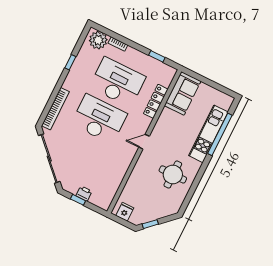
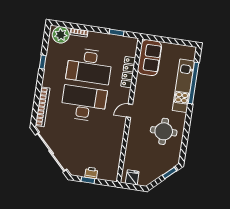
desk: (117, 82) -> (89, 66), turned 180
window: (150, 224) -> (170, 173), moved

